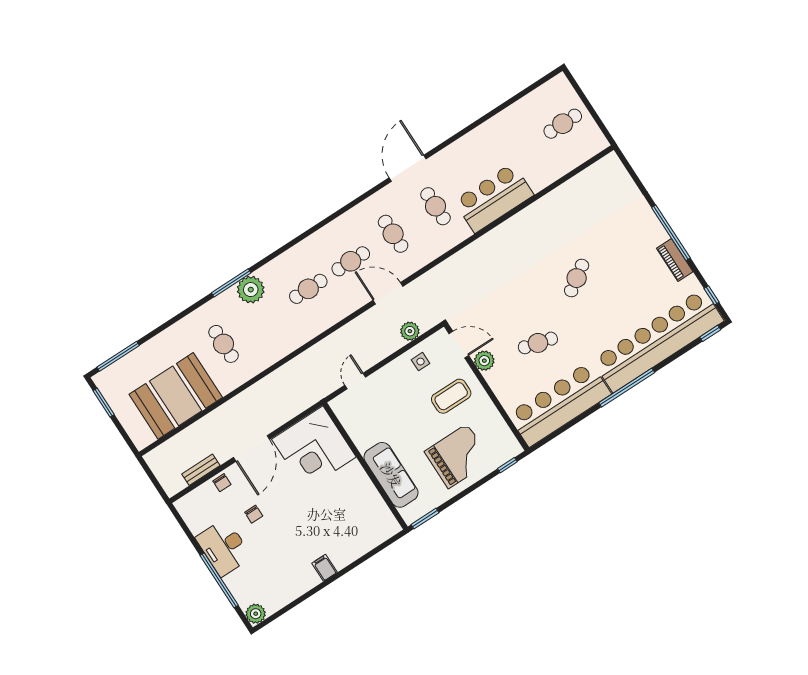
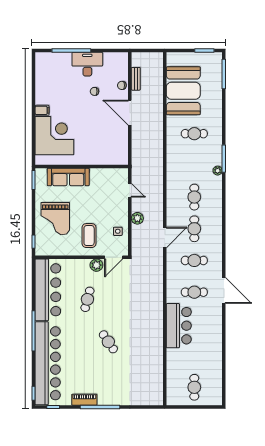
plant: (251, 290) -> (218, 171), width x0.53, depth x0.53
plant: (410, 331) -> (137, 218), moved
corner desk: (314, 448) -> (54, 136), moved, turned 90
plant: (256, 614) -> (41, 58), removed

